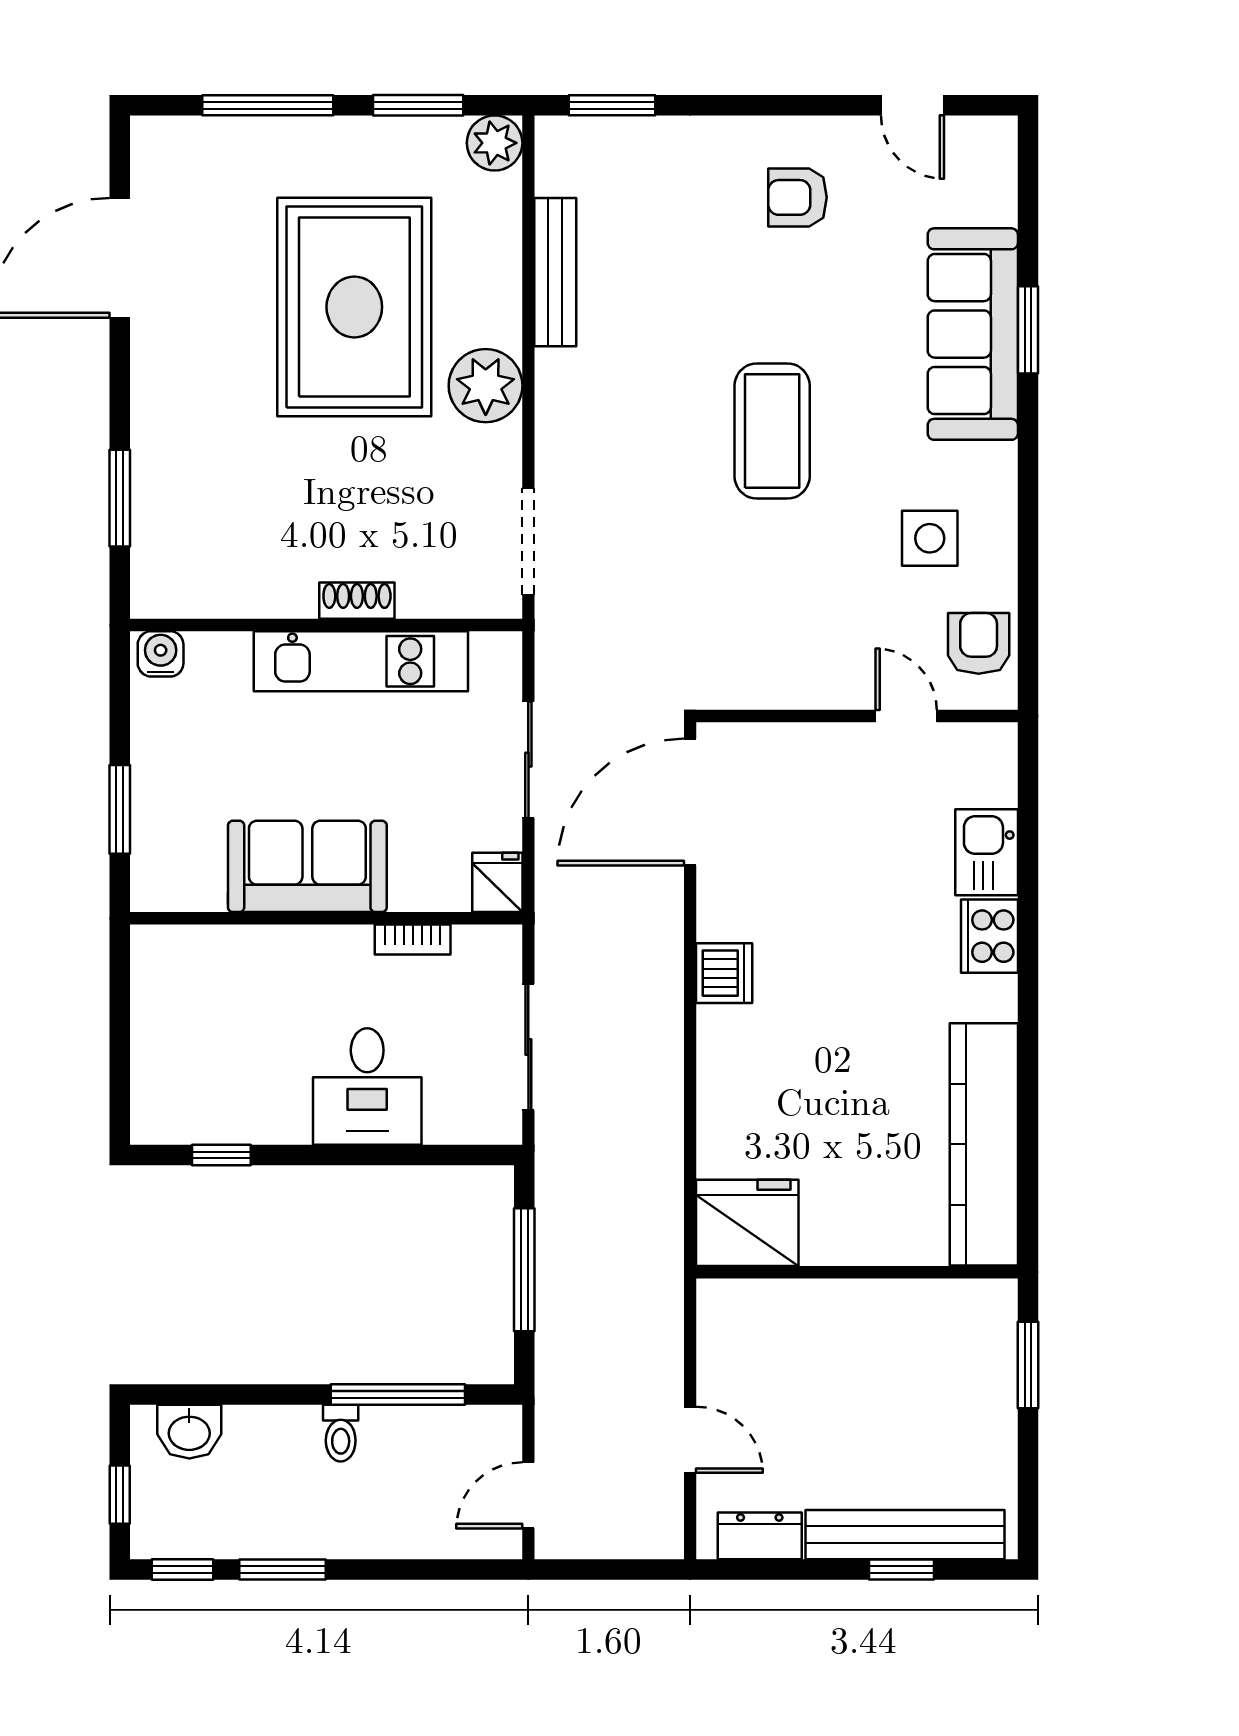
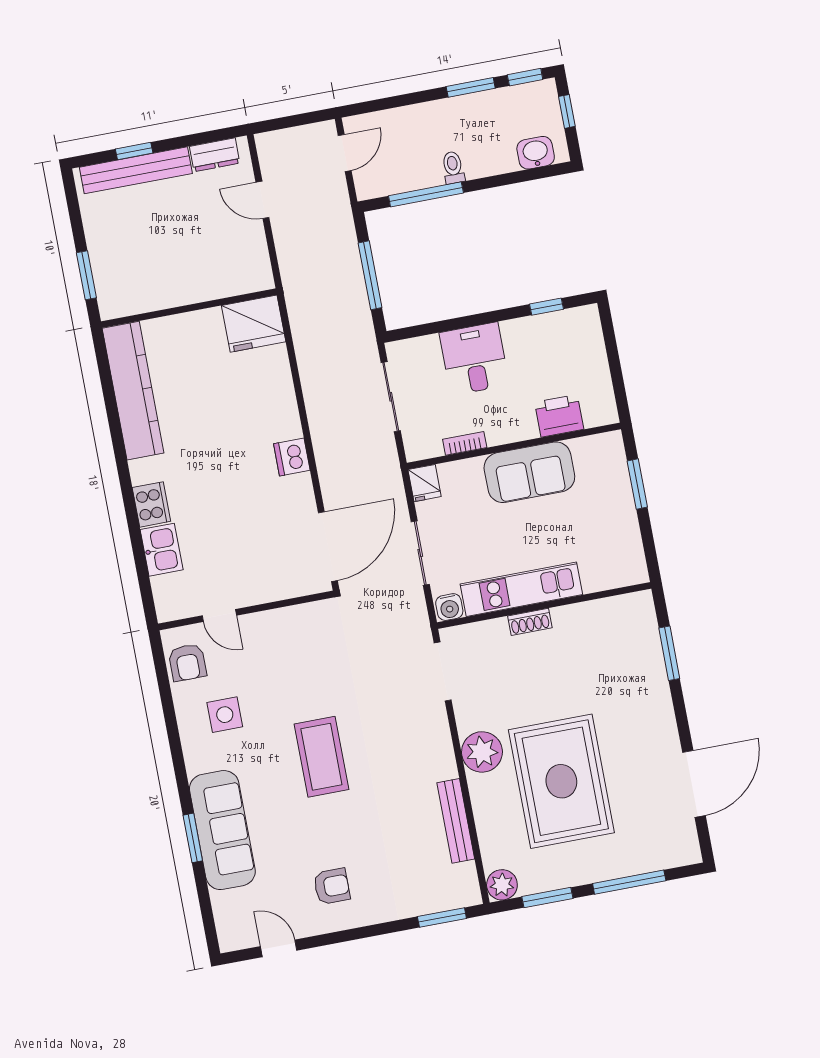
water cooler: (161, 654) -> (449, 607), moved
printer: (236, 957) -> (559, 416), added

